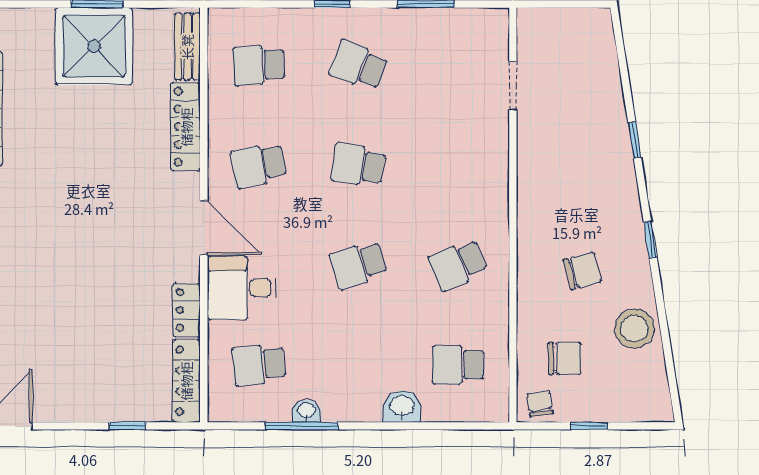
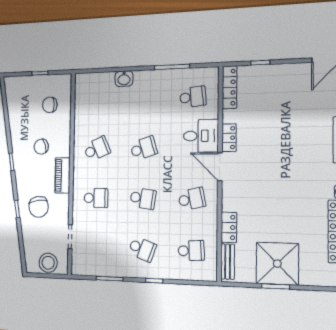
locker: (186, 127) -> (229, 227), width x0.66
piano: (533, 211) -> (62, 175), added
locker: (187, 310) -> (229, 138), moved
stool: (634, 329) -> (48, 263), moved
school desk: (458, 365) -> (96, 198), moved
chair: (540, 404) -> (39, 207), moved, width x1.87, depth x1.87
washbasin: (306, 411) -> (170, 75), removed

